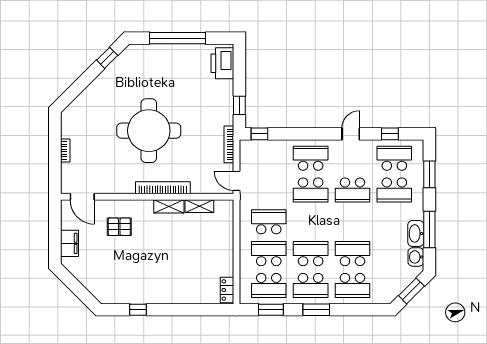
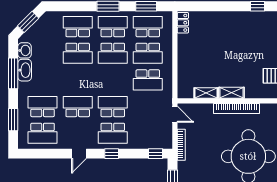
window: (390, 134) -> (112, 154), moved

